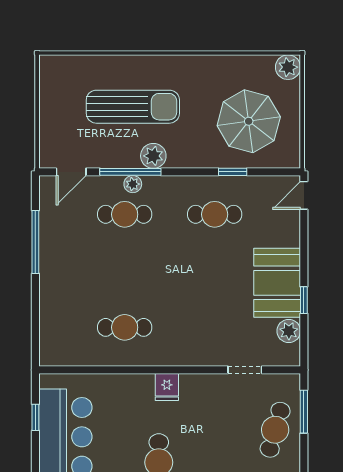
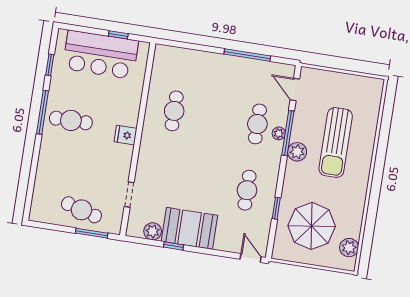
plant: (288, 67) -> (349, 248), moved

